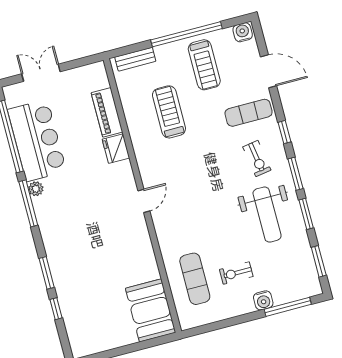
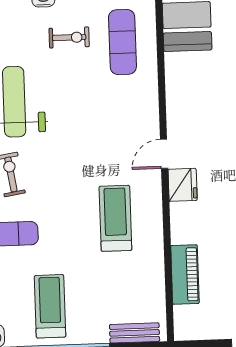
treadmill: (169, 112) -> (115, 218), moved, turned 180
fridge: (116, 149) -> (183, 185), moved

